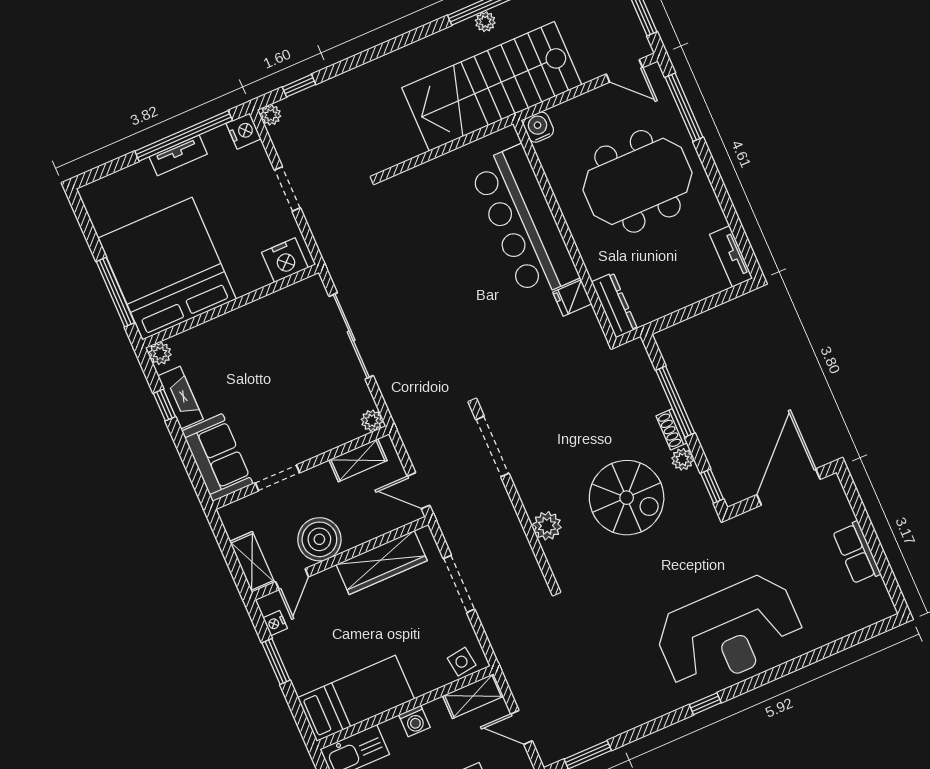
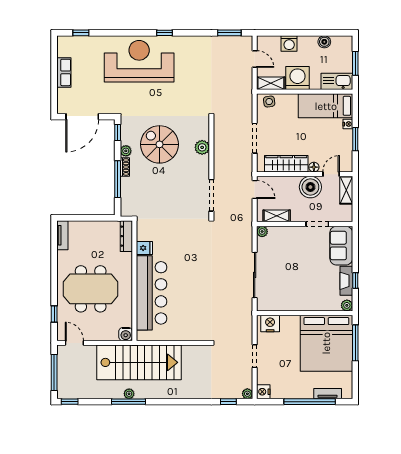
window: (684, 107) -> (54, 314), width x0.46
window: (184, 136) -> (310, 402), moved
tv unit: (178, 155) -> (328, 394), moved
floor lamp: (329, 578) -> (314, 167), added
nightstand: (275, 623) -> (348, 124), moved
window: (857, 638) -> (81, 33), added
washing machine: (414, 721) -> (298, 78), width x1.89, depth x1.89

